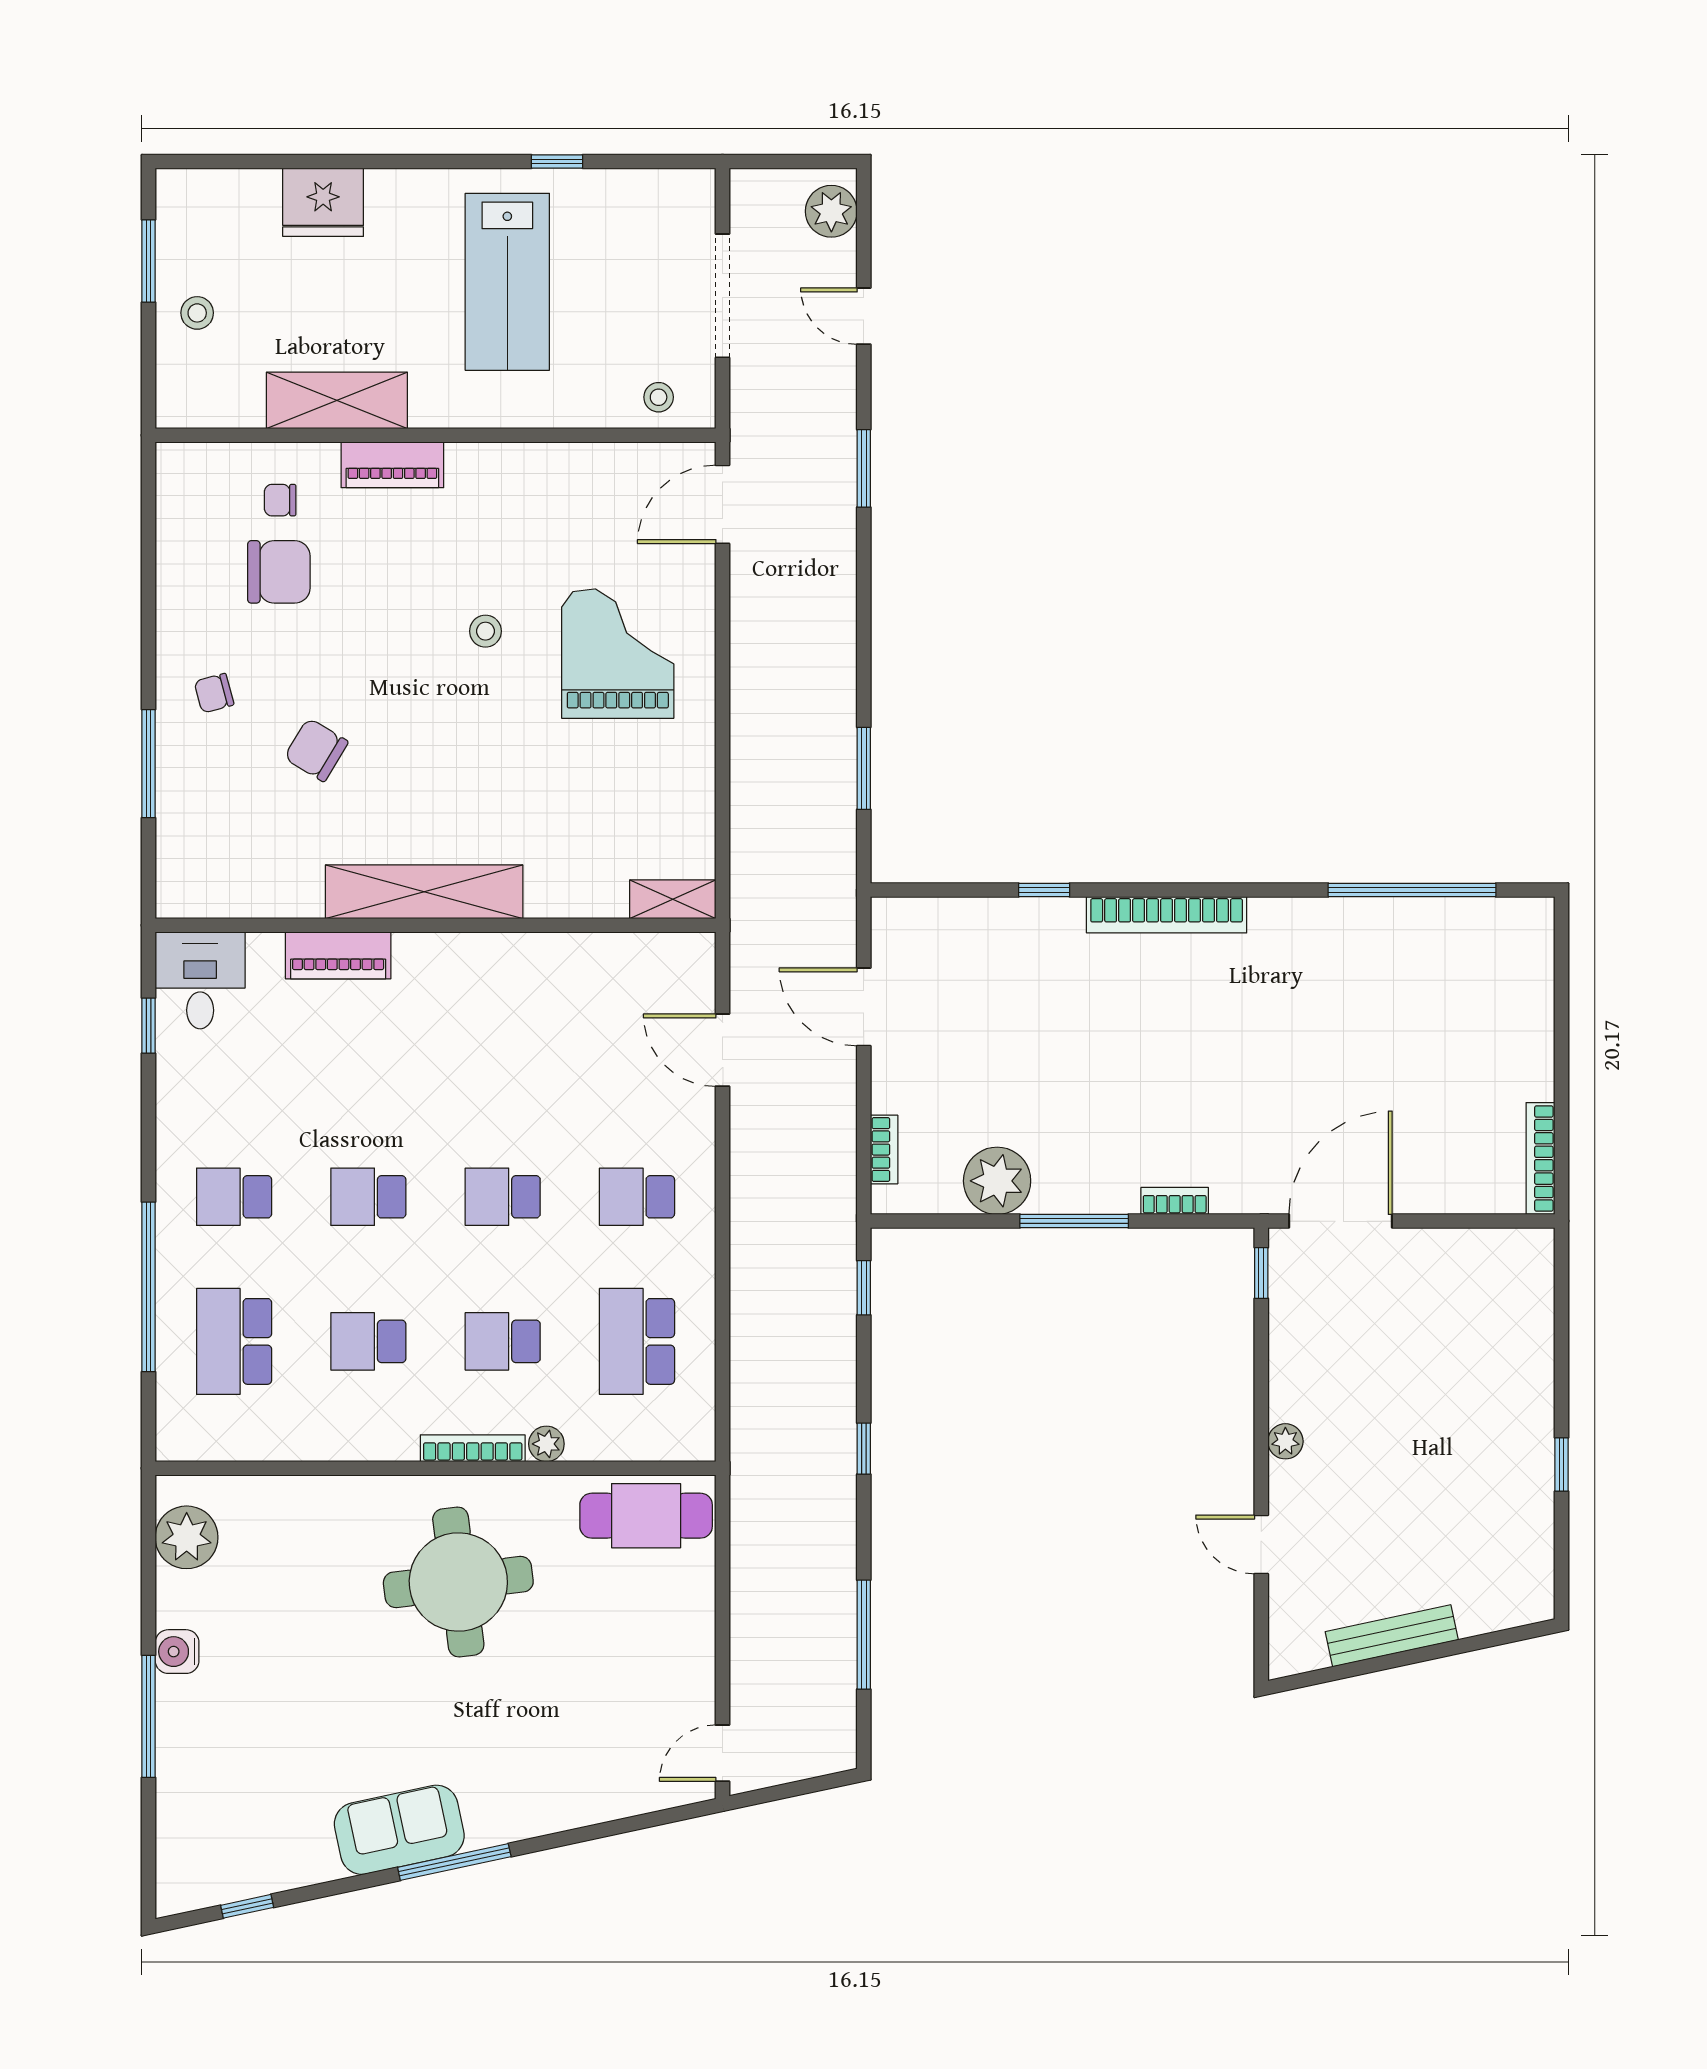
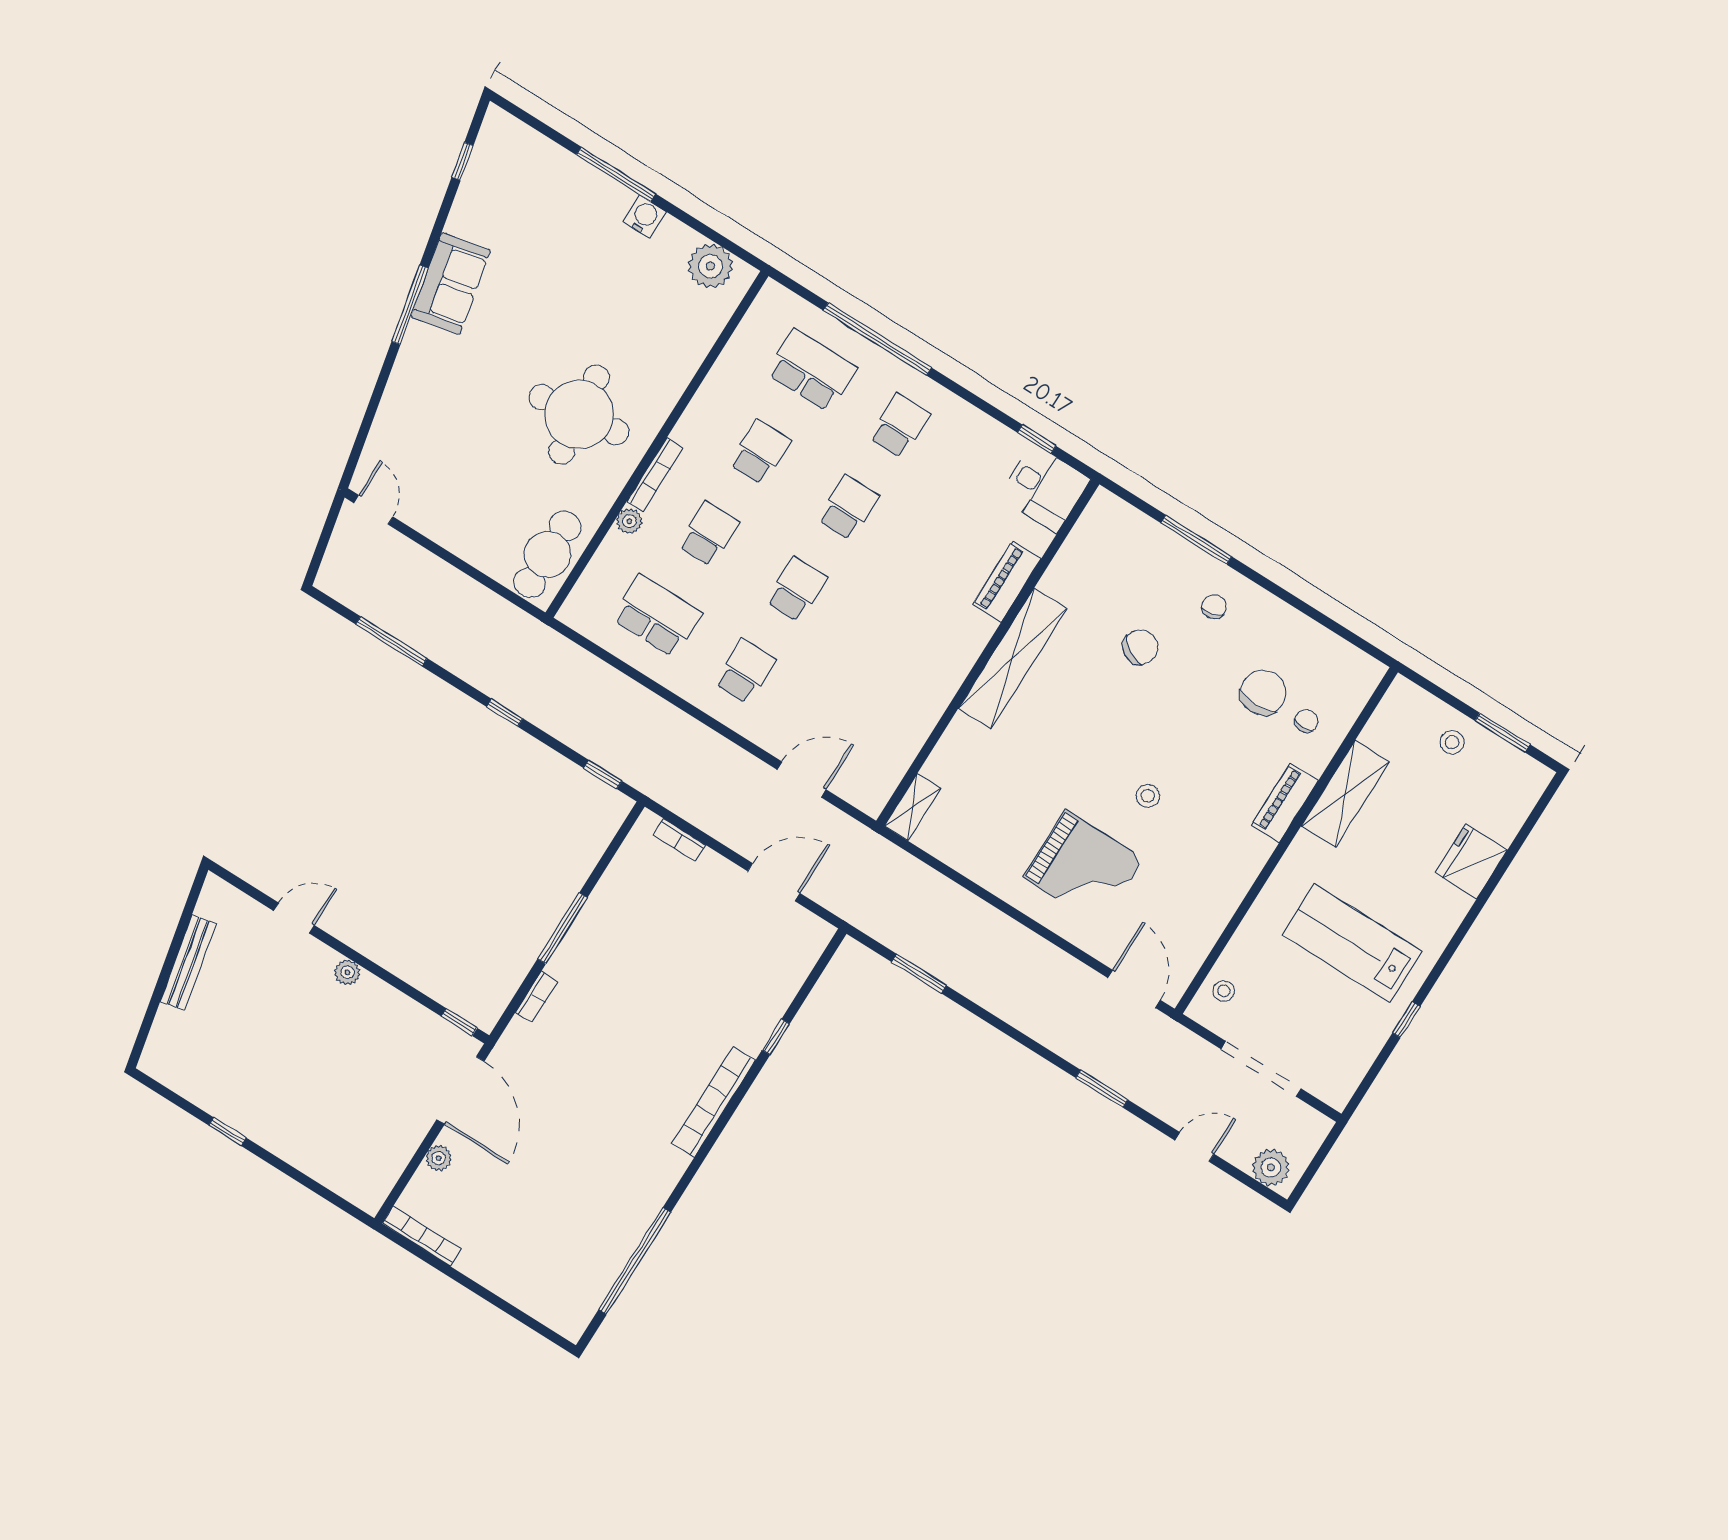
chair: (279, 572) -> (1263, 693), turned 180
plant: (997, 1181) -> (439, 1158), moved, width x0.53, depth x0.53

